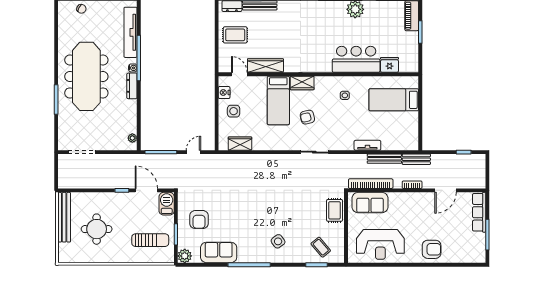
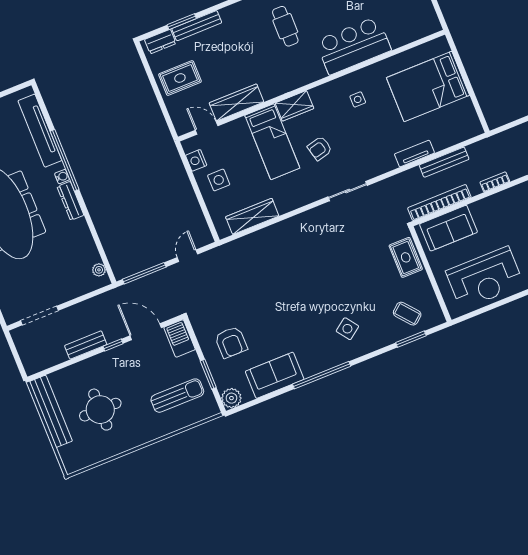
cafe table: (317, 29) -> (285, 26), added
fridge: (390, 65) -> (401, 35), removed
bed: (394, 100) -> (428, 86), width x1.50
wardrobe: (240, 144) -> (252, 216), width x1.50
bench: (416, 159) -> (86, 345), moved

